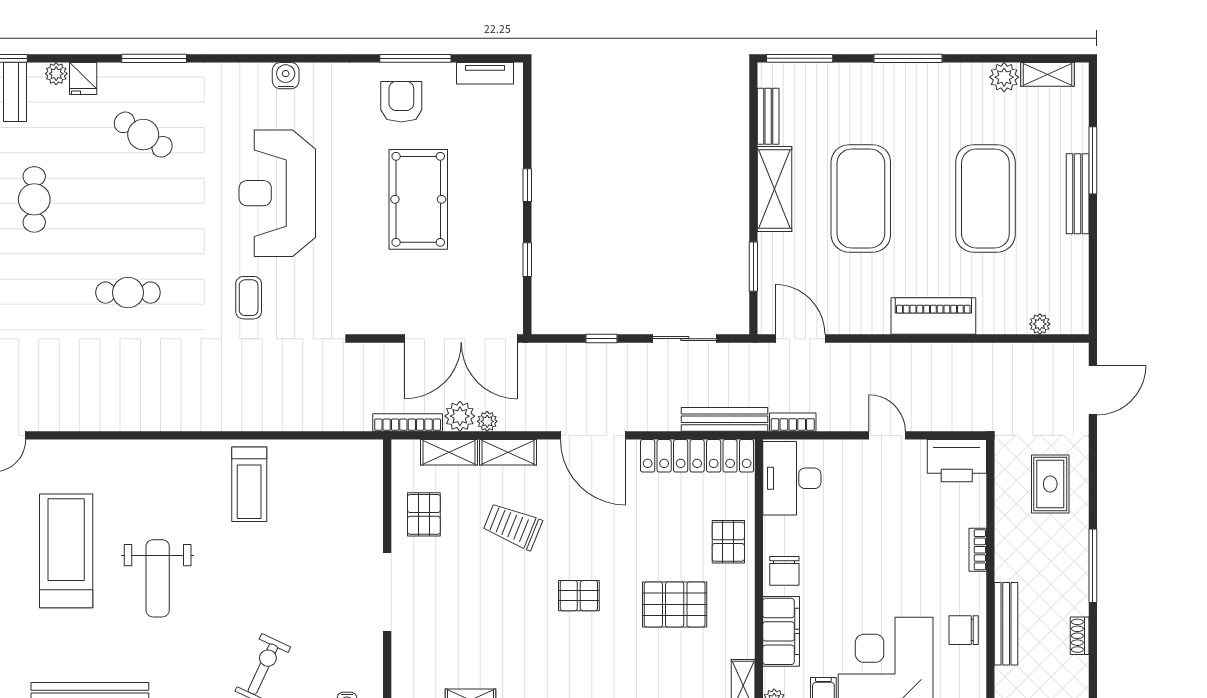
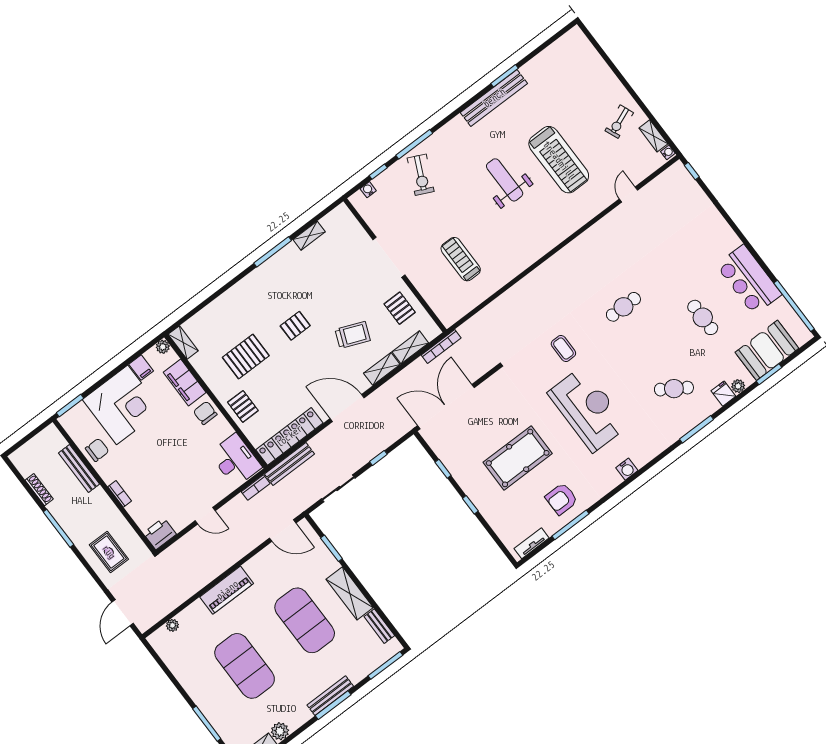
armchair: (401, 102) -> (562, 499), turned 90
bench: (1078, 194) -> (330, 696), moved, turned 90
pool table: (418, 199) -> (518, 458), turned 90
plant: (460, 416) -> (418, 369), removed
plant: (487, 421) -> (403, 376), removed
printer: (957, 461) -> (160, 534), width x0.73, depth x0.84
treadmill: (249, 484) -> (461, 259), moved
shoe rack: (1080, 636) -> (39, 490), width x1.43

